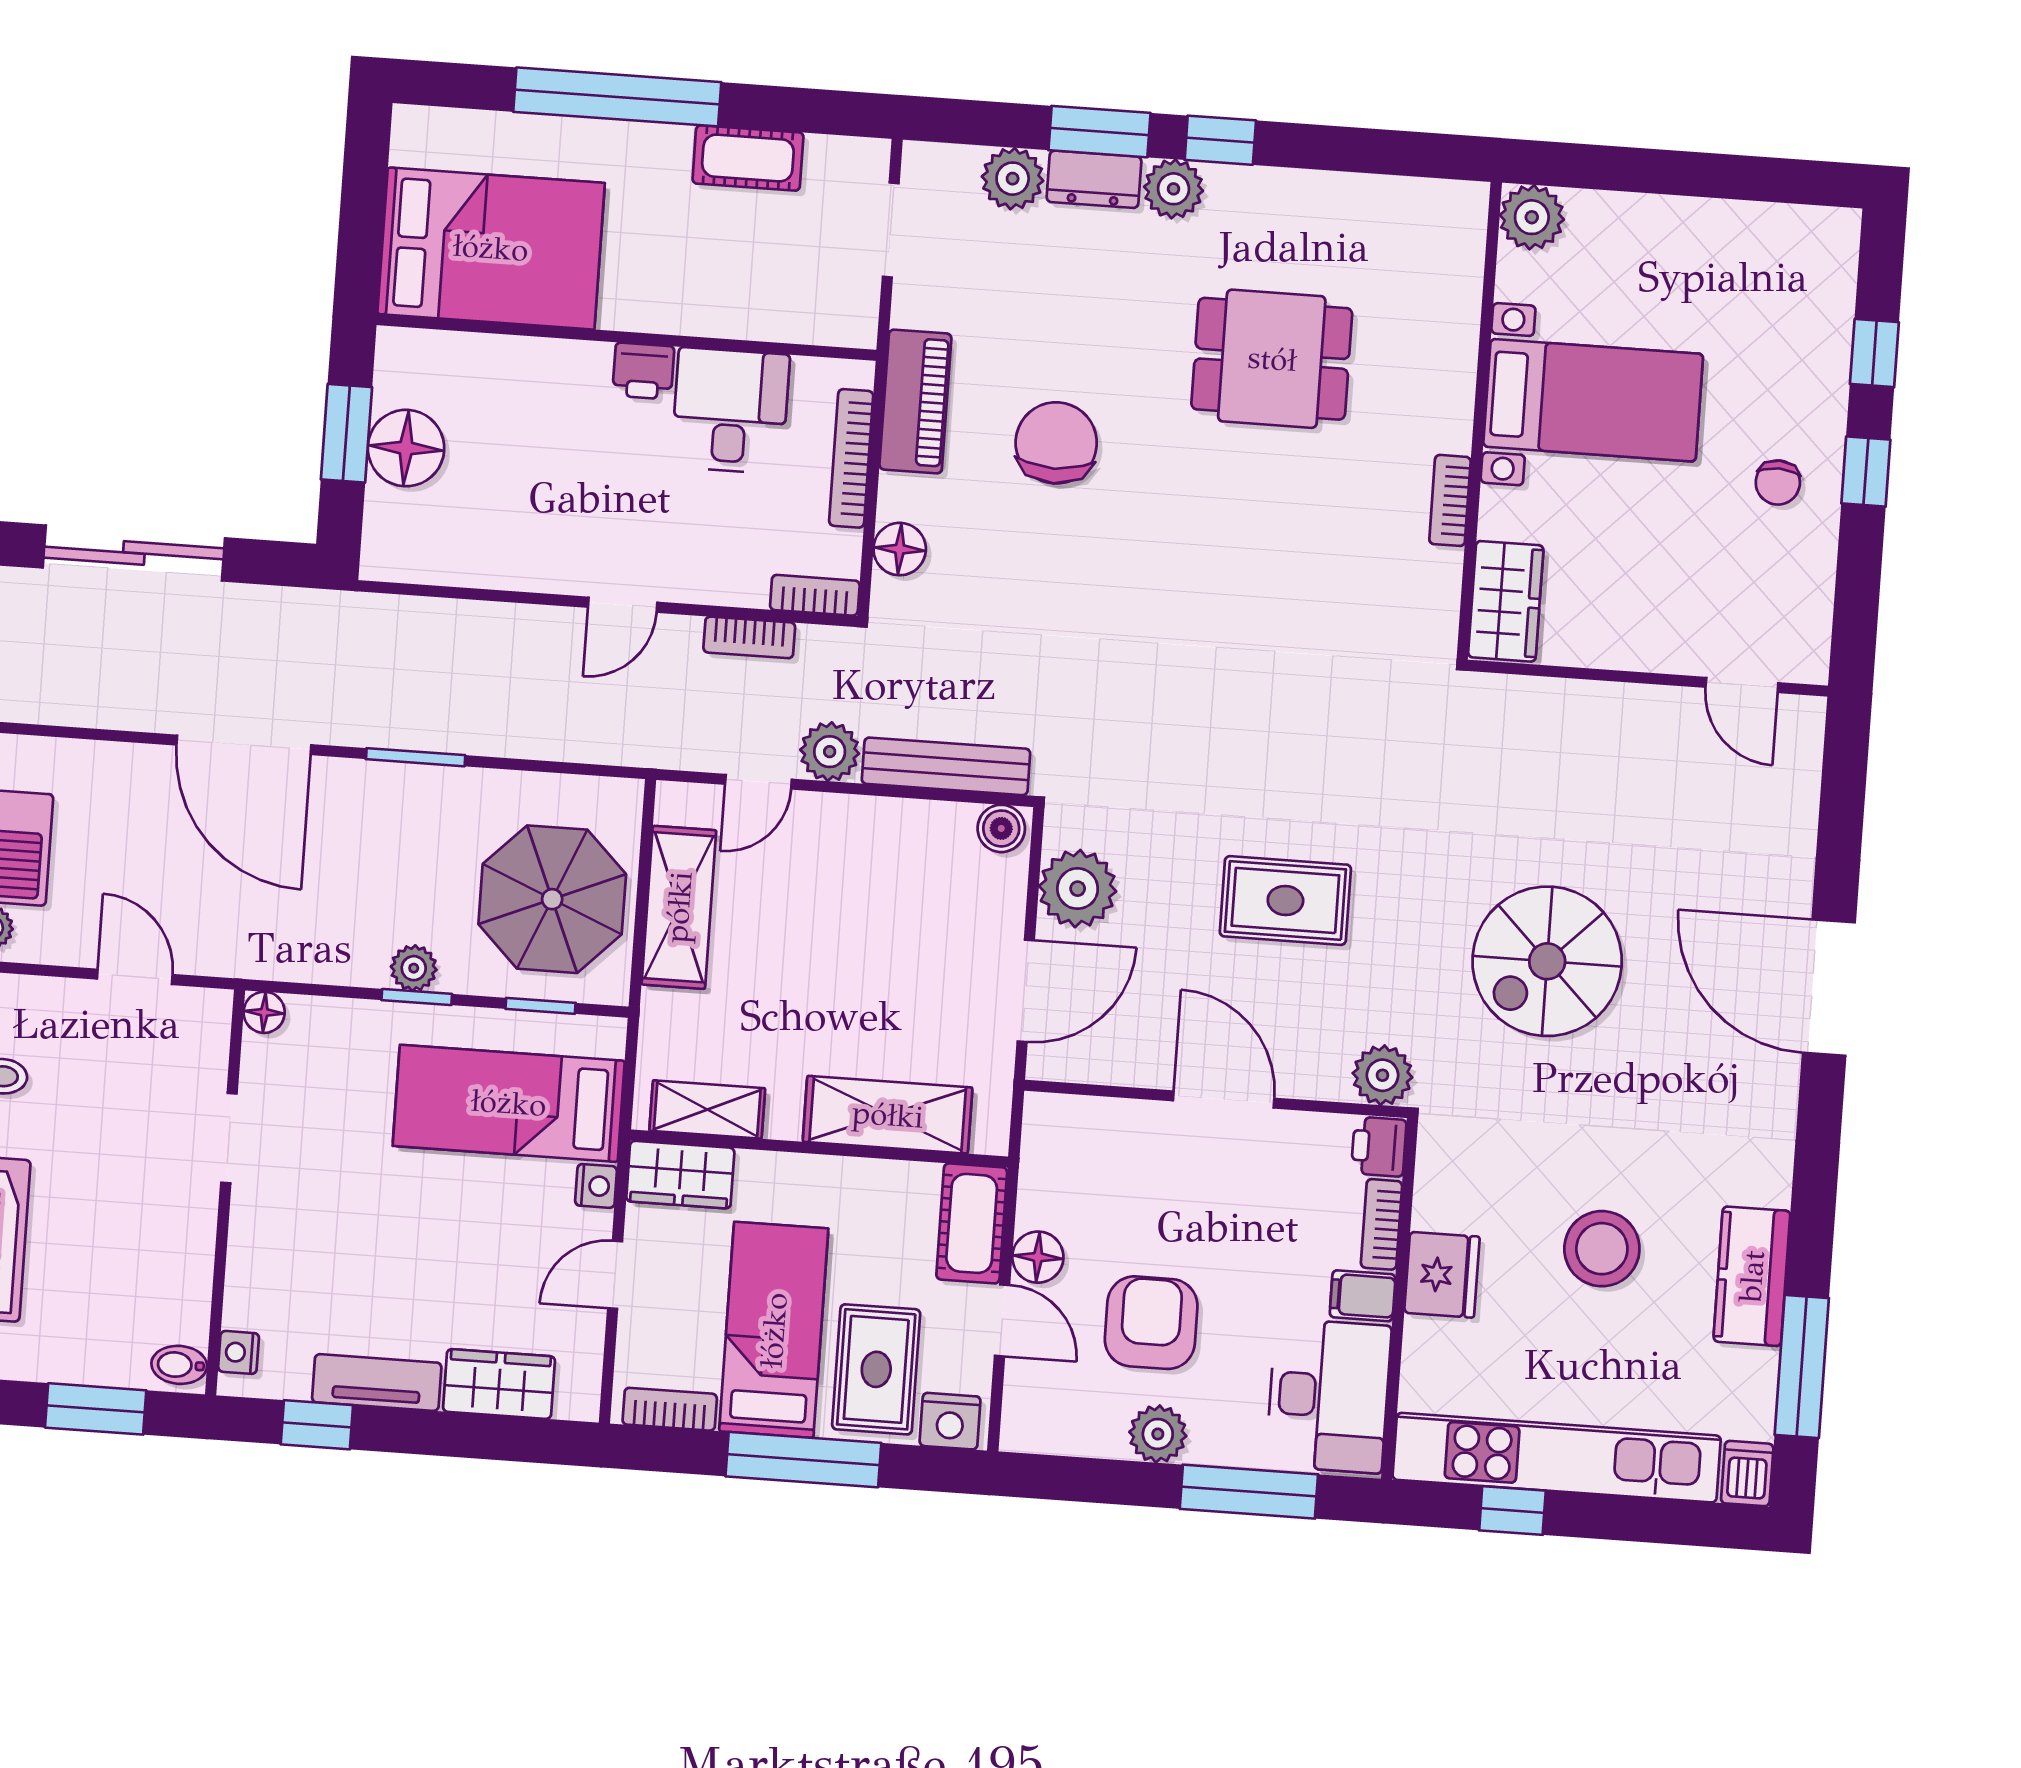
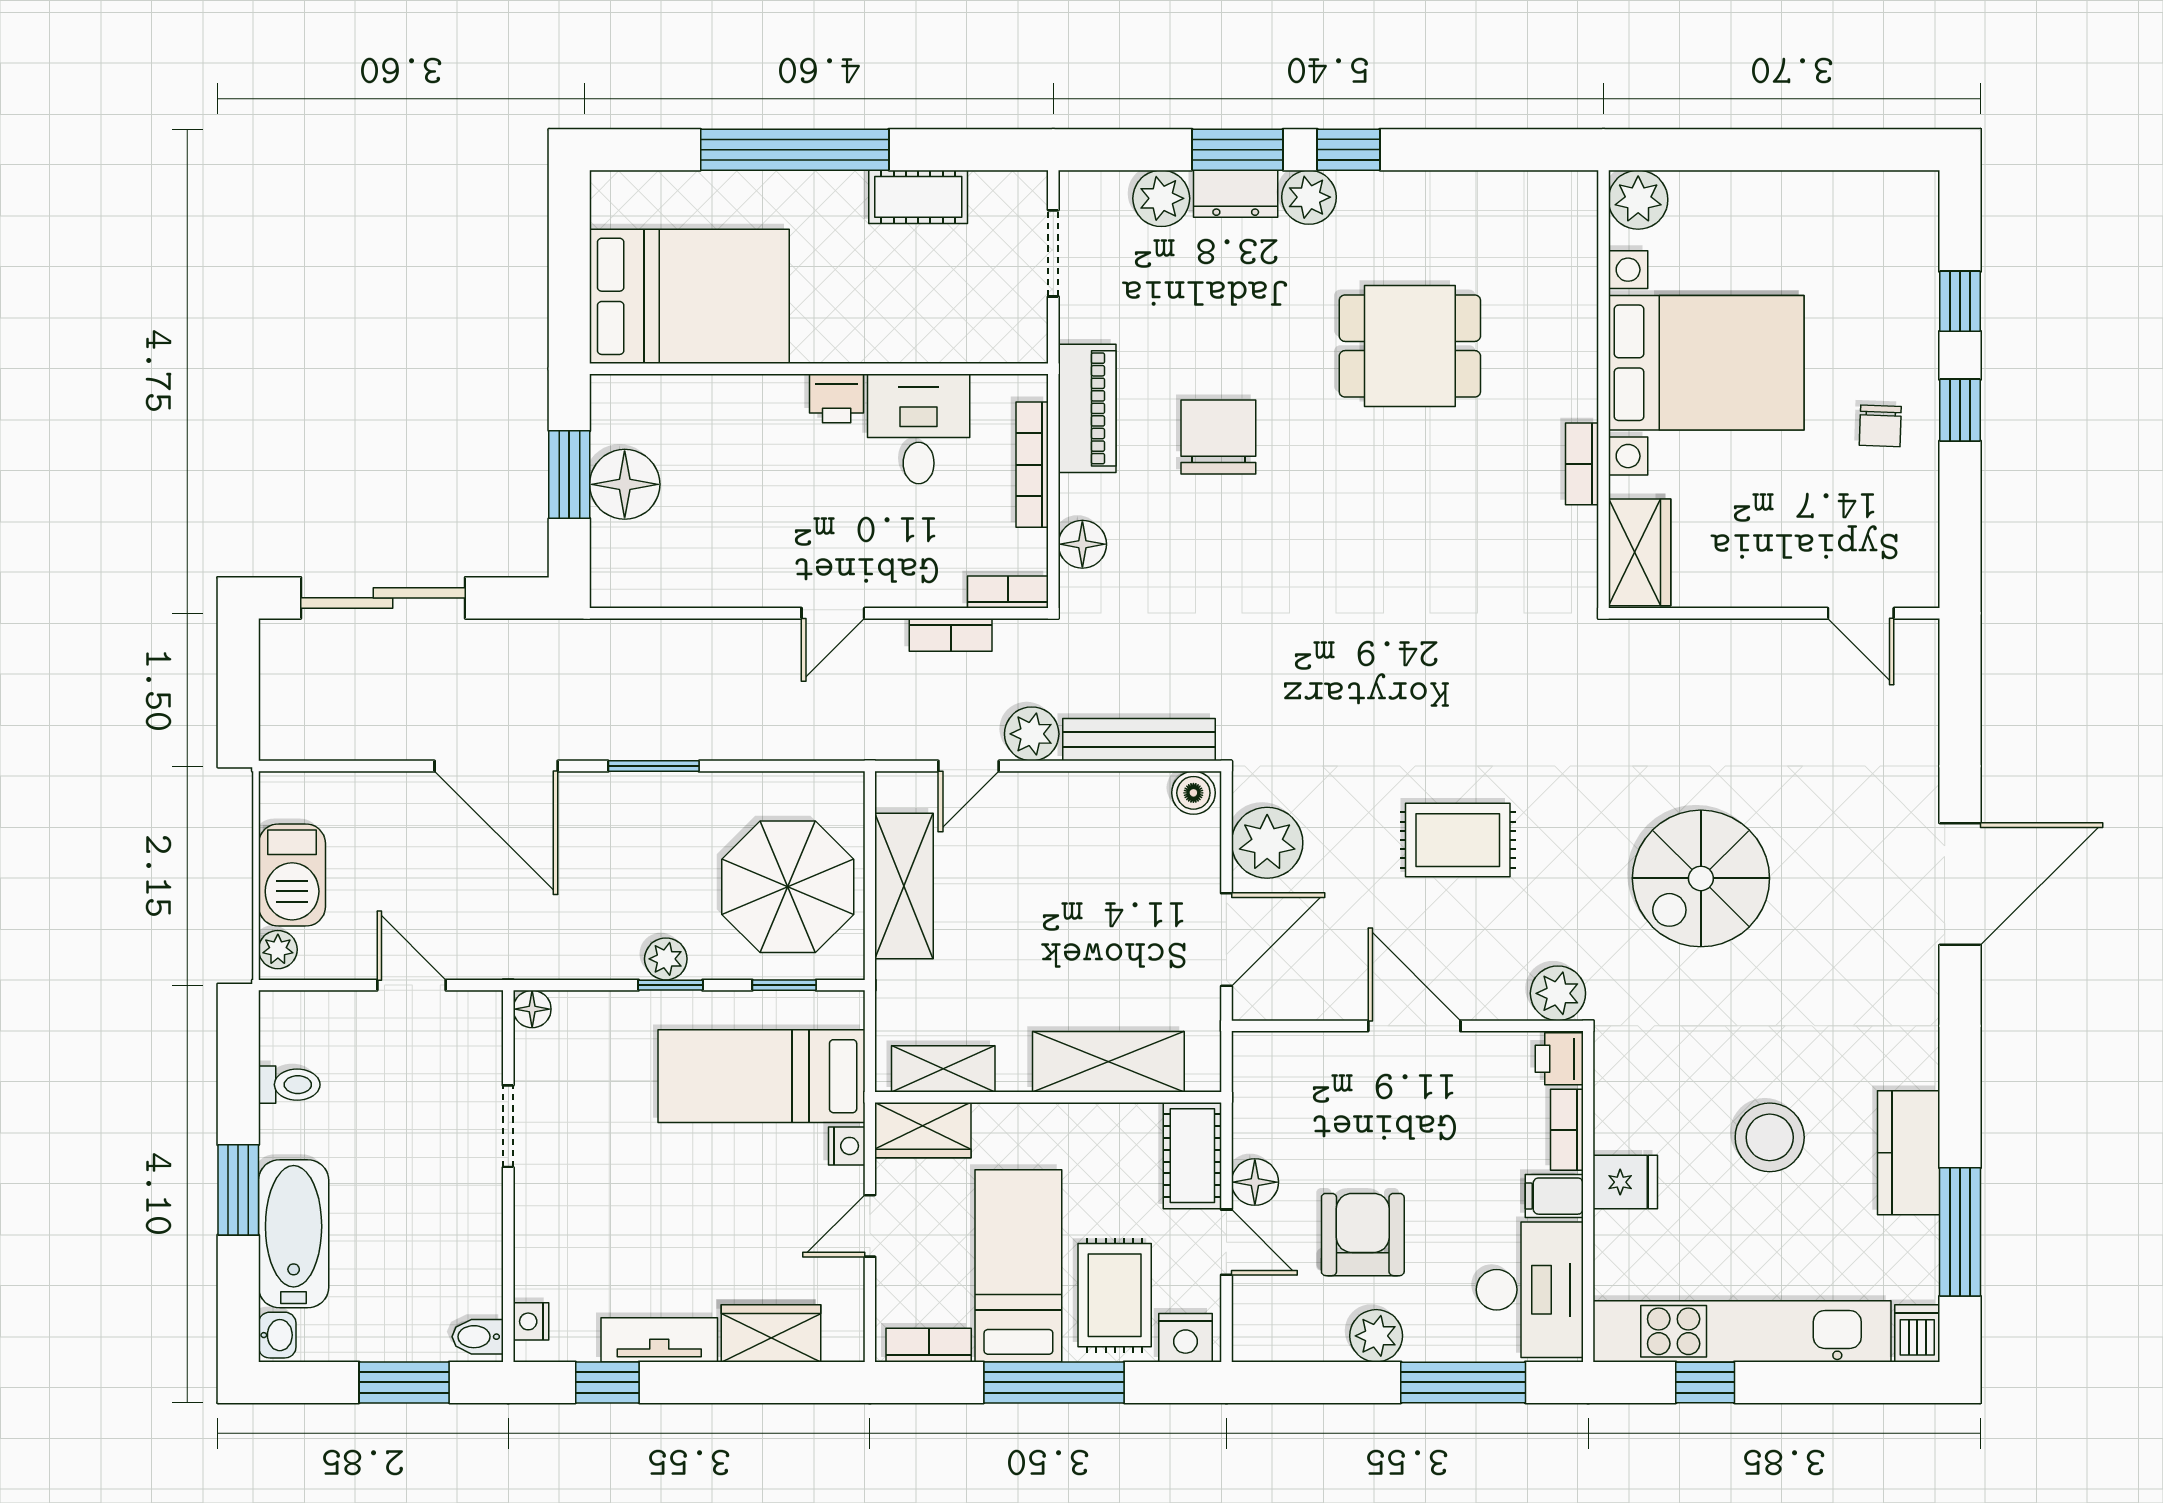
bed with nightstands: (1593, 400) -> (1706, 363), width x1.36
door: (1829, 988) -> (1960, 884), swing flipped
fridge: (1442, 1275) -> (1625, 1182), width x0.72

